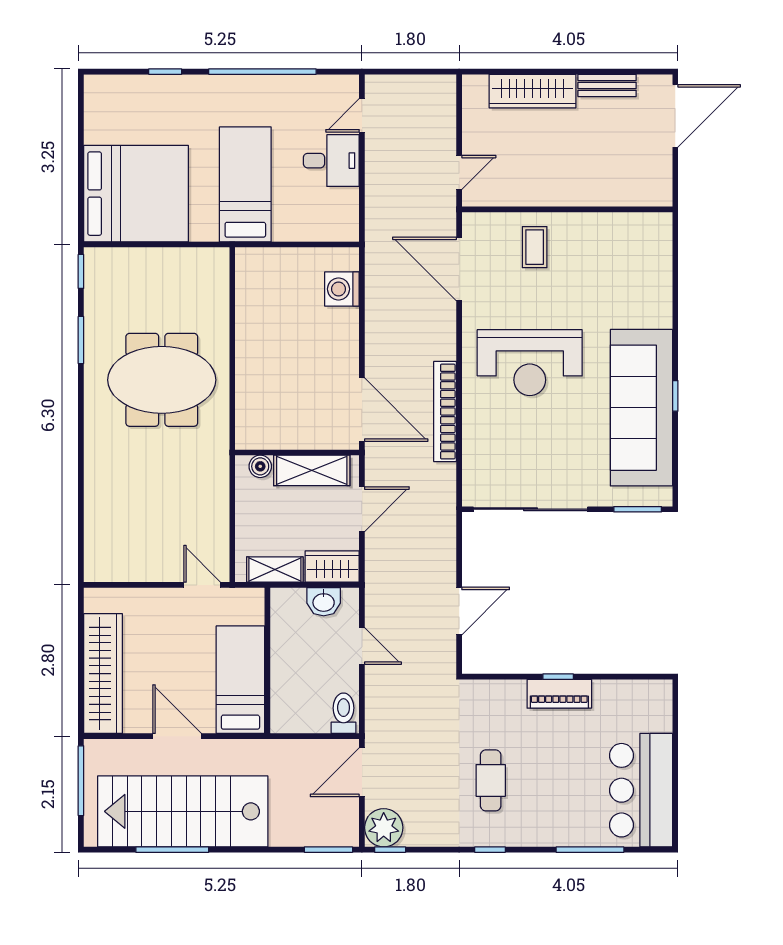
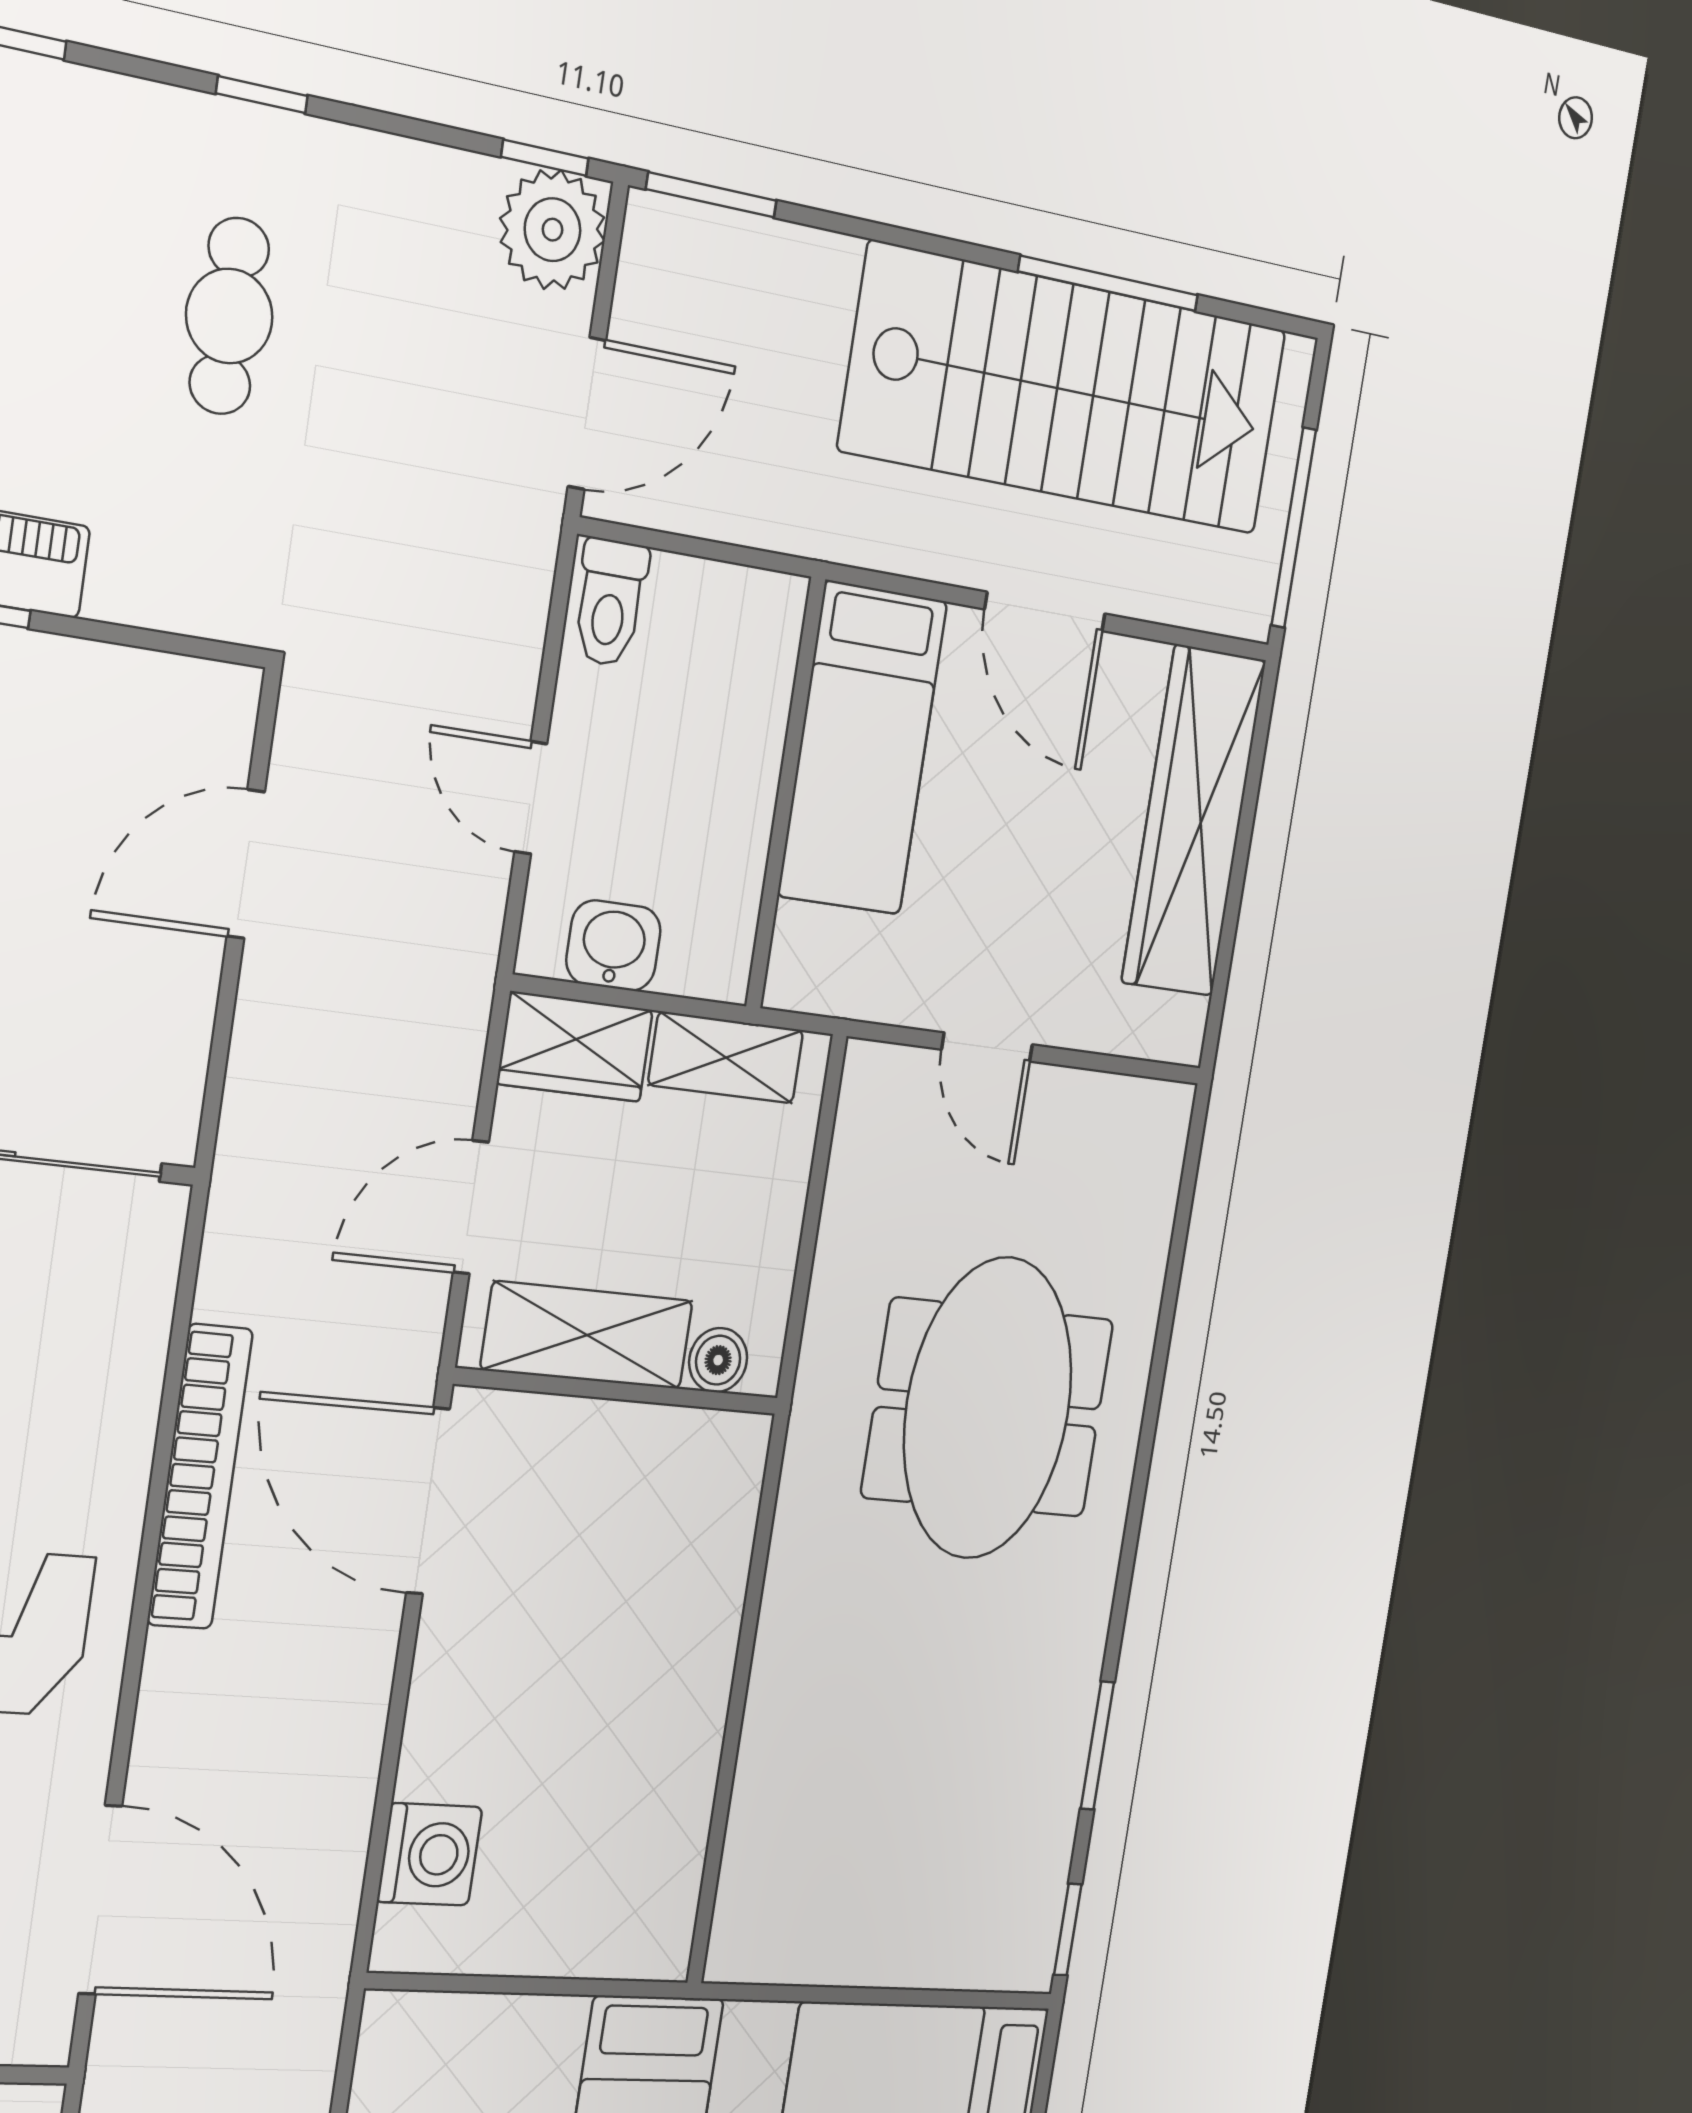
meeting table: (162, 380) -> (988, 1408), moved, turned 90
door: (202, 585) -> (987, 1047), moved

